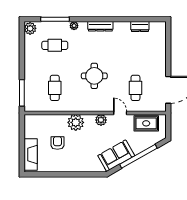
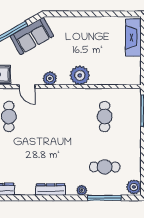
round table: (94, 76) -> (58, 131), removed
armchair: (57, 143) -> (101, 51), removed

